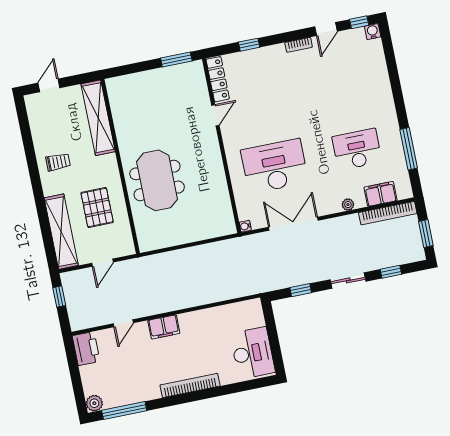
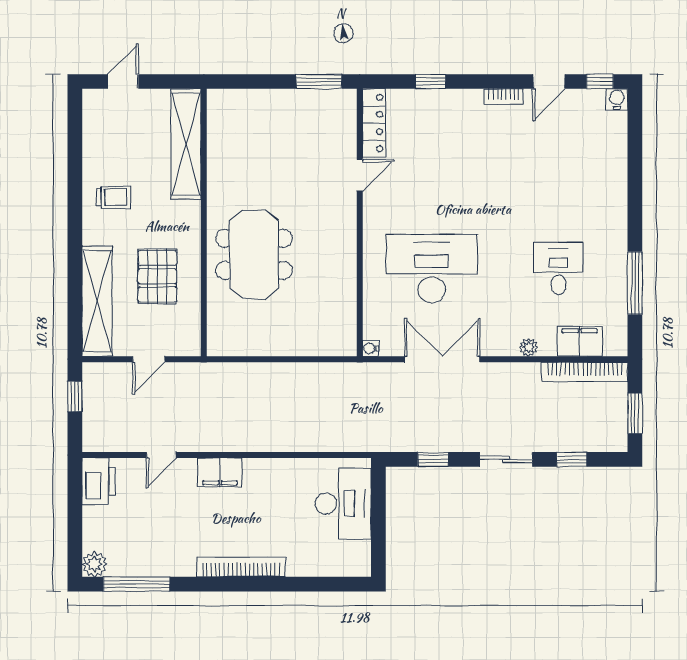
desk: (357, 149) -> (558, 269), width x0.73
desk: (253, 353) -> (343, 504), moved

